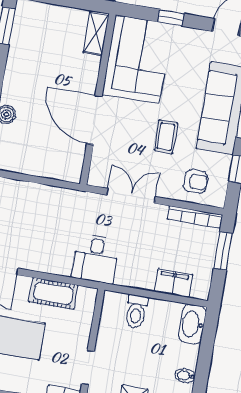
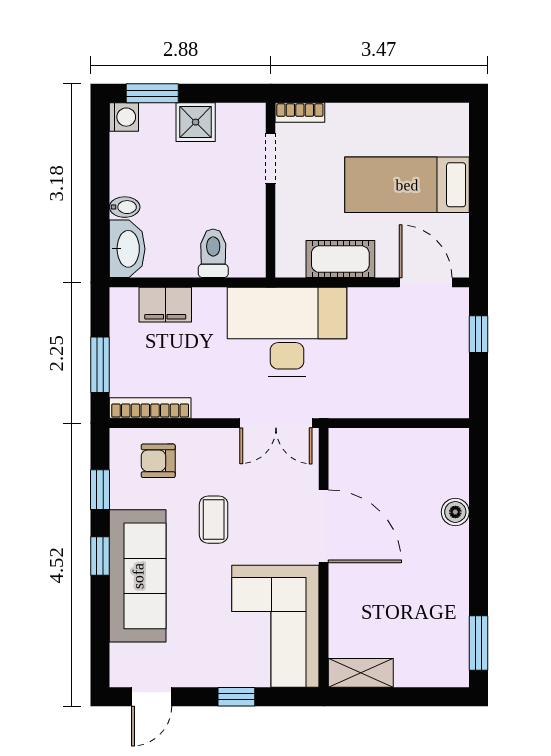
shelving: (96, 33) -> (361, 673), moved, turned 90
double door: (131, 196) -> (276, 423), moved
desk: (95, 259) -> (287, 332), width x1.87, depth x1.30
bidet: (185, 376) -> (125, 207), moved

